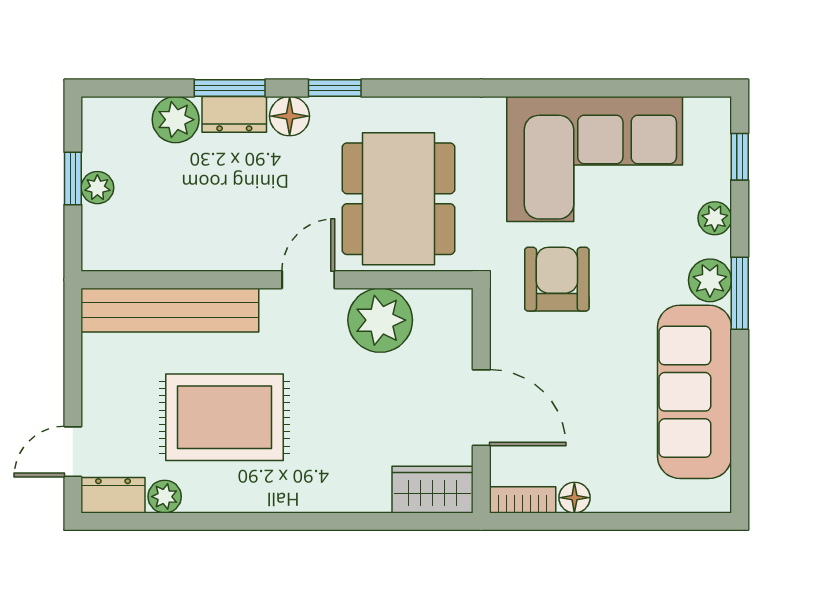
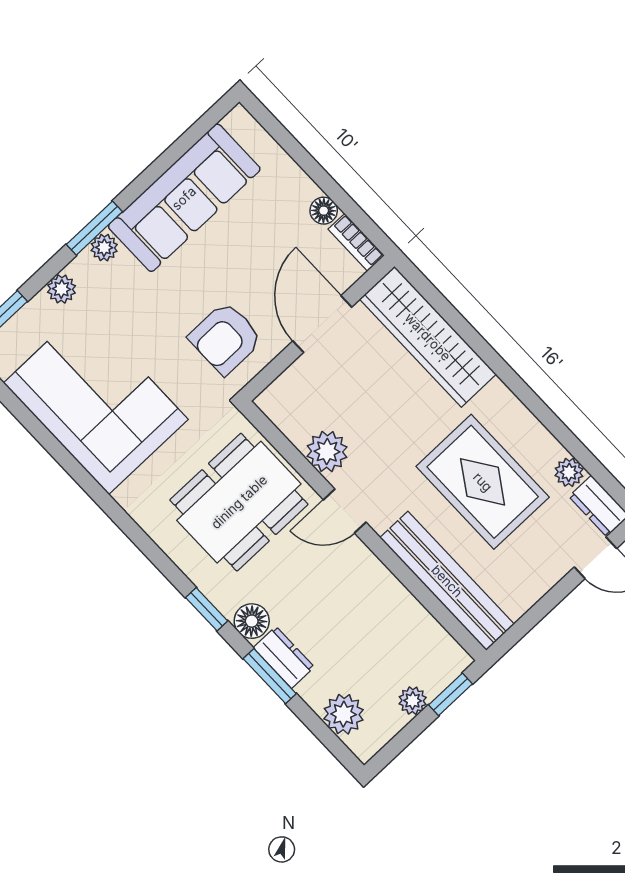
plant: (176, 120) -> (344, 714), moved
window: (73, 178) -> (450, 694), moved
armchair: (557, 279) -> (225, 338), moved
plant: (710, 280) -> (104, 248), width x0.73, depth x0.73
plant: (380, 320) -> (327, 452), width x0.73, depth x0.73
wardrobe: (433, 490) -> (428, 337), width x2.10, depth x1.17

